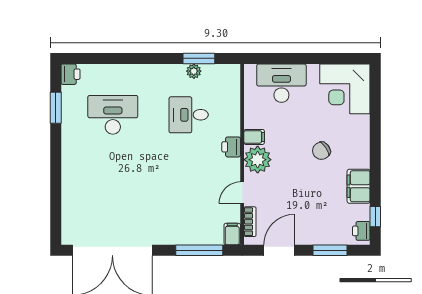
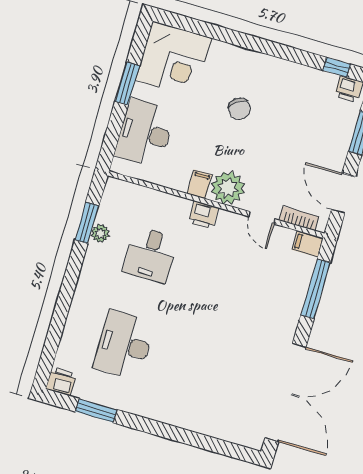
window: (316, 58) -> (127, 84), added
filing cabinet: (359, 186) -> (294, 77), removed

